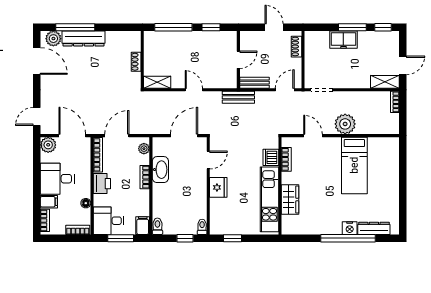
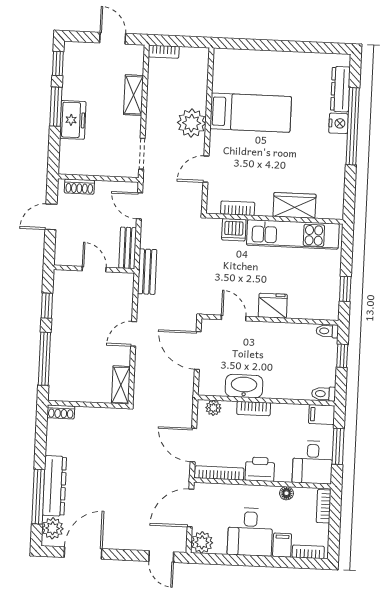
shoe rack: (136, 62) -> (61, 412), moved
shelving: (385, 82) -> (133, 95), moved

